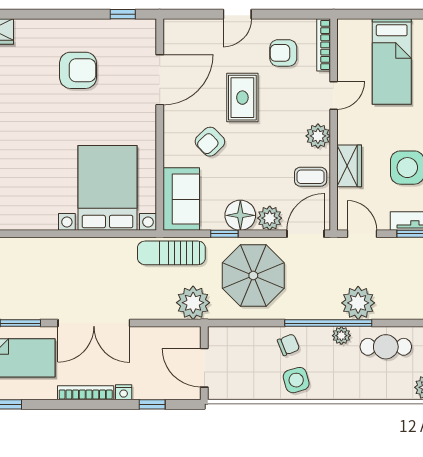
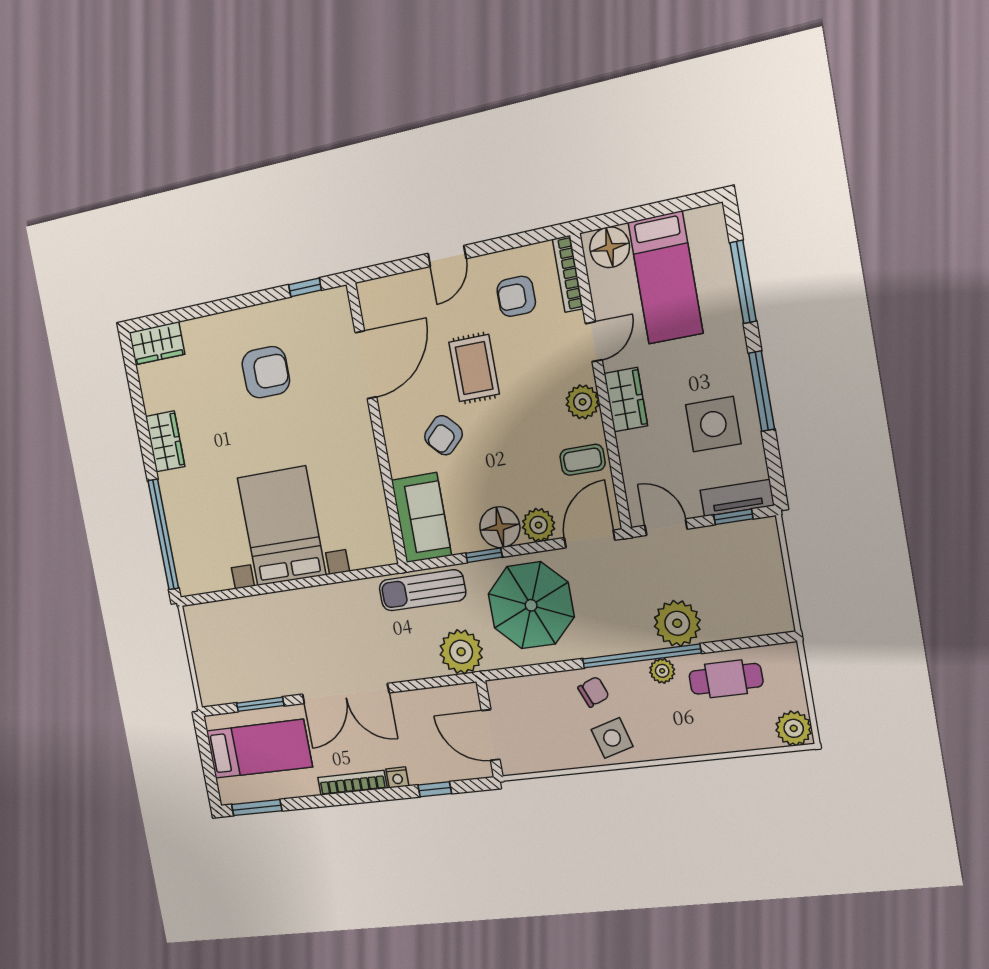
floor lamp: (356, 33) -> (610, 247), added
wardrobe: (349, 166) -> (626, 400), moved
bed with nightstands: (107, 188) -> (282, 526), moved

